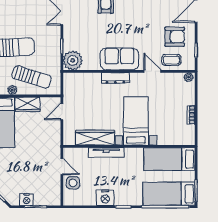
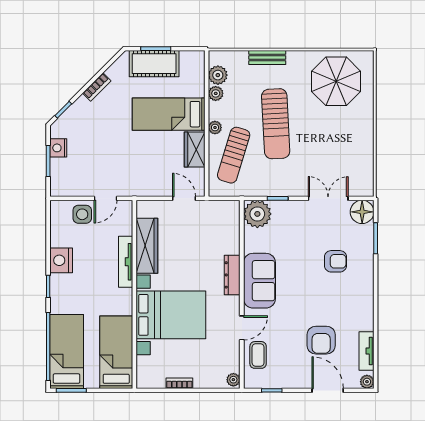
armchair: (175, 37) -> (321, 340), moved
bed with nightstands: (136, 121) -> (171, 315), width x1.36

